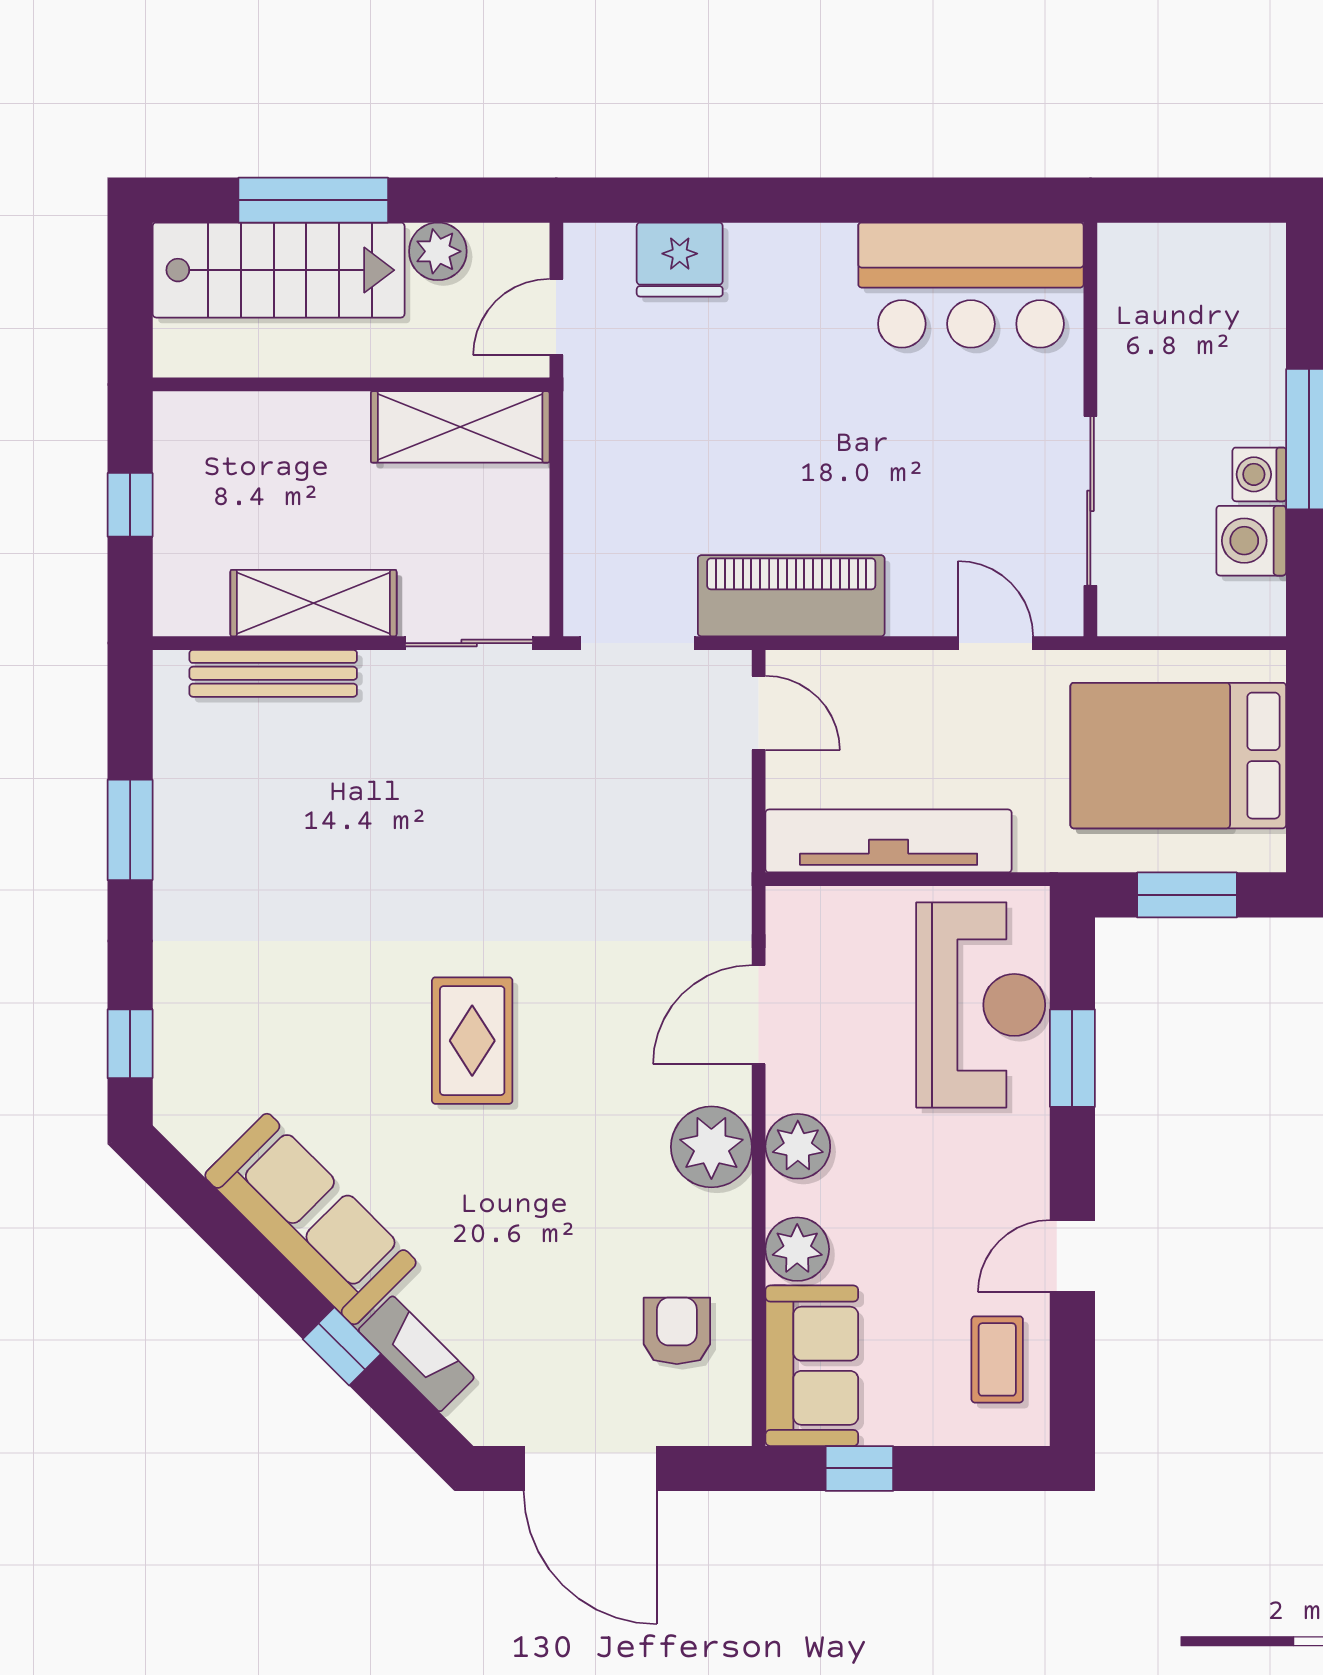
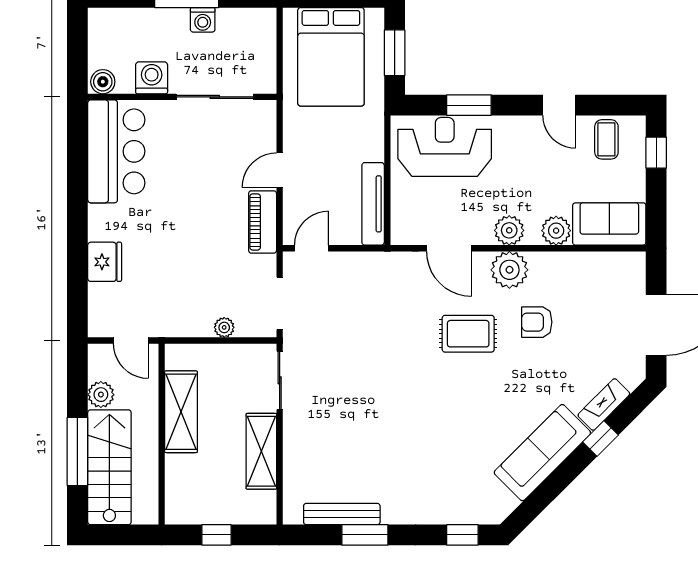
boiler: (1124, 255) -> (103, 82), added
fridge: (680, 260) -> (105, 262), moved
shelving: (460, 427) -> (181, 412), moved
plant: (585, 522) -> (224, 327), added
washing machine: (1251, 541) -> (152, 78), moved, turned 180
piano: (791, 596) -> (263, 222), width x0.73, depth x0.75
door: (995, 643) -> (280, 170), moved
bench: (273, 673) -> (342, 514), moved, turned 90
tv unit: (889, 841) -> (373, 204), width x0.73, depth x0.78
rug: (472, 1041) -> (468, 334), moved
armchair: (677, 1331) -> (537, 322), moved
coffee table: (997, 1359) -> (606, 139), turned 90
window: (859, 1468) -> (656, 153), moved

